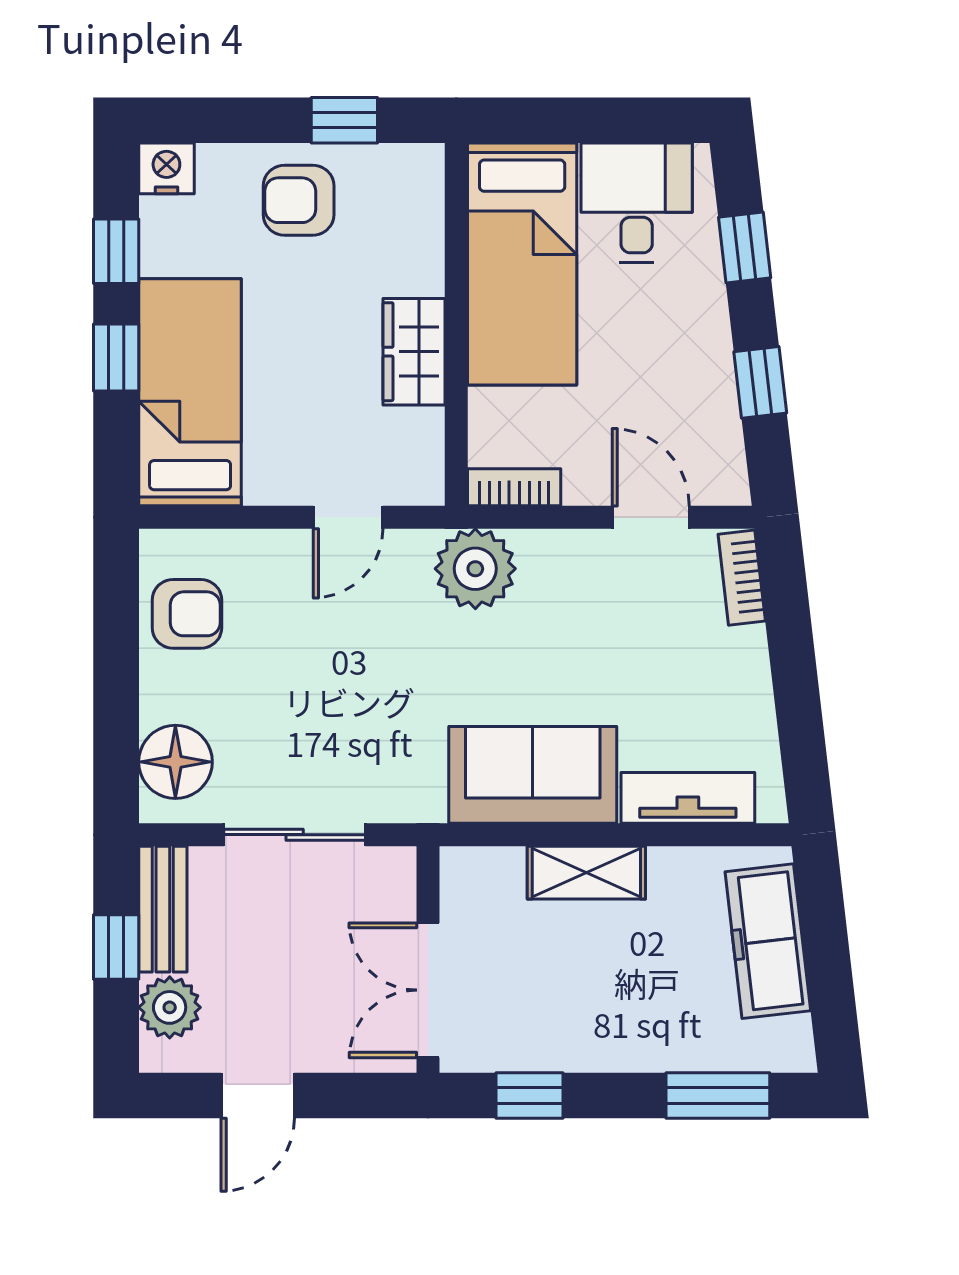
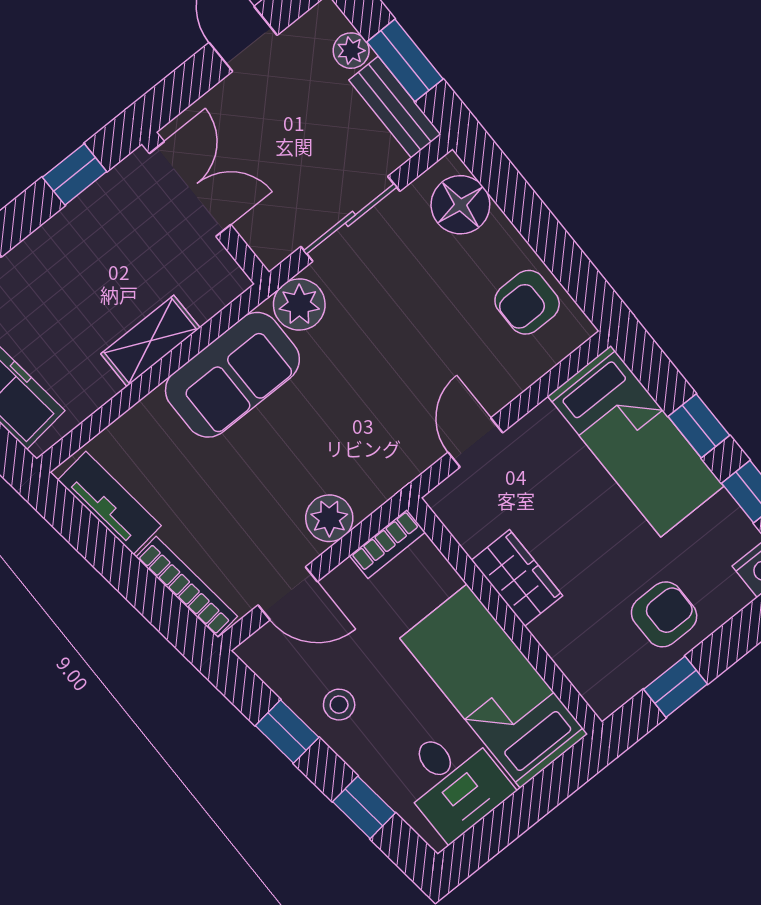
stool: (688, 368) -> (339, 705), added
plant: (475, 569) -> (329, 518), moved, width x0.73, depth x0.73
bookcase: (742, 578) -> (187, 587), width x1.56
plant: (412, 791) -> (299, 305), added
tv unit: (688, 798) -> (109, 503), moved, turned -97
window: (116, 947) -> (405, 60), width x1.50
plant: (170, 1007) -> (351, 51), width x0.73, depth x0.73

